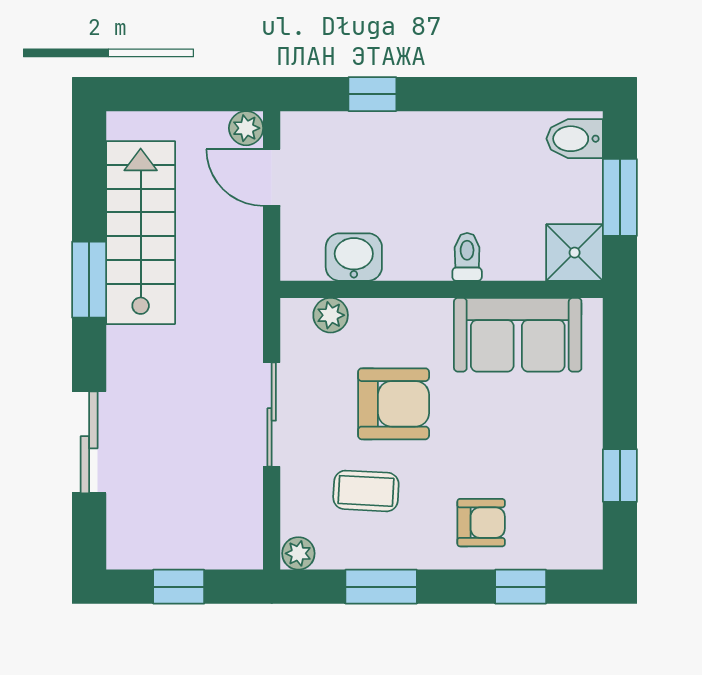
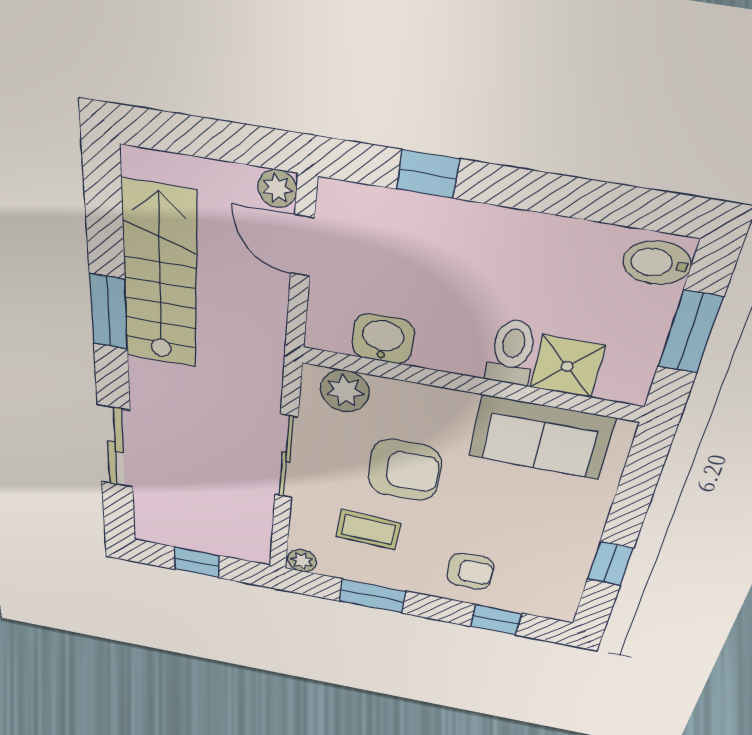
shower: (575, 253) -> (567, 366), moved
toilet: (467, 257) -> (512, 352), width x1.37, depth x1.39
plant: (331, 315) -> (345, 391), width x1.38, depth x1.38

